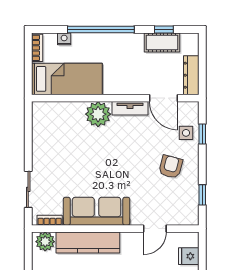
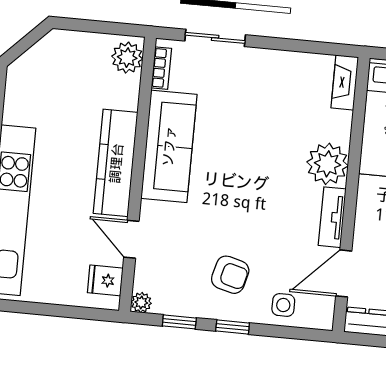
fireplace: (48, 108) -> (345, 82), added
window: (202, 134) -> (233, 327), moved
plant: (193, 219) -> (141, 303), added
kitchen counter: (88, 243) -> (116, 163), moved
fridge: (189, 256) -> (105, 280), moved, turned -90

